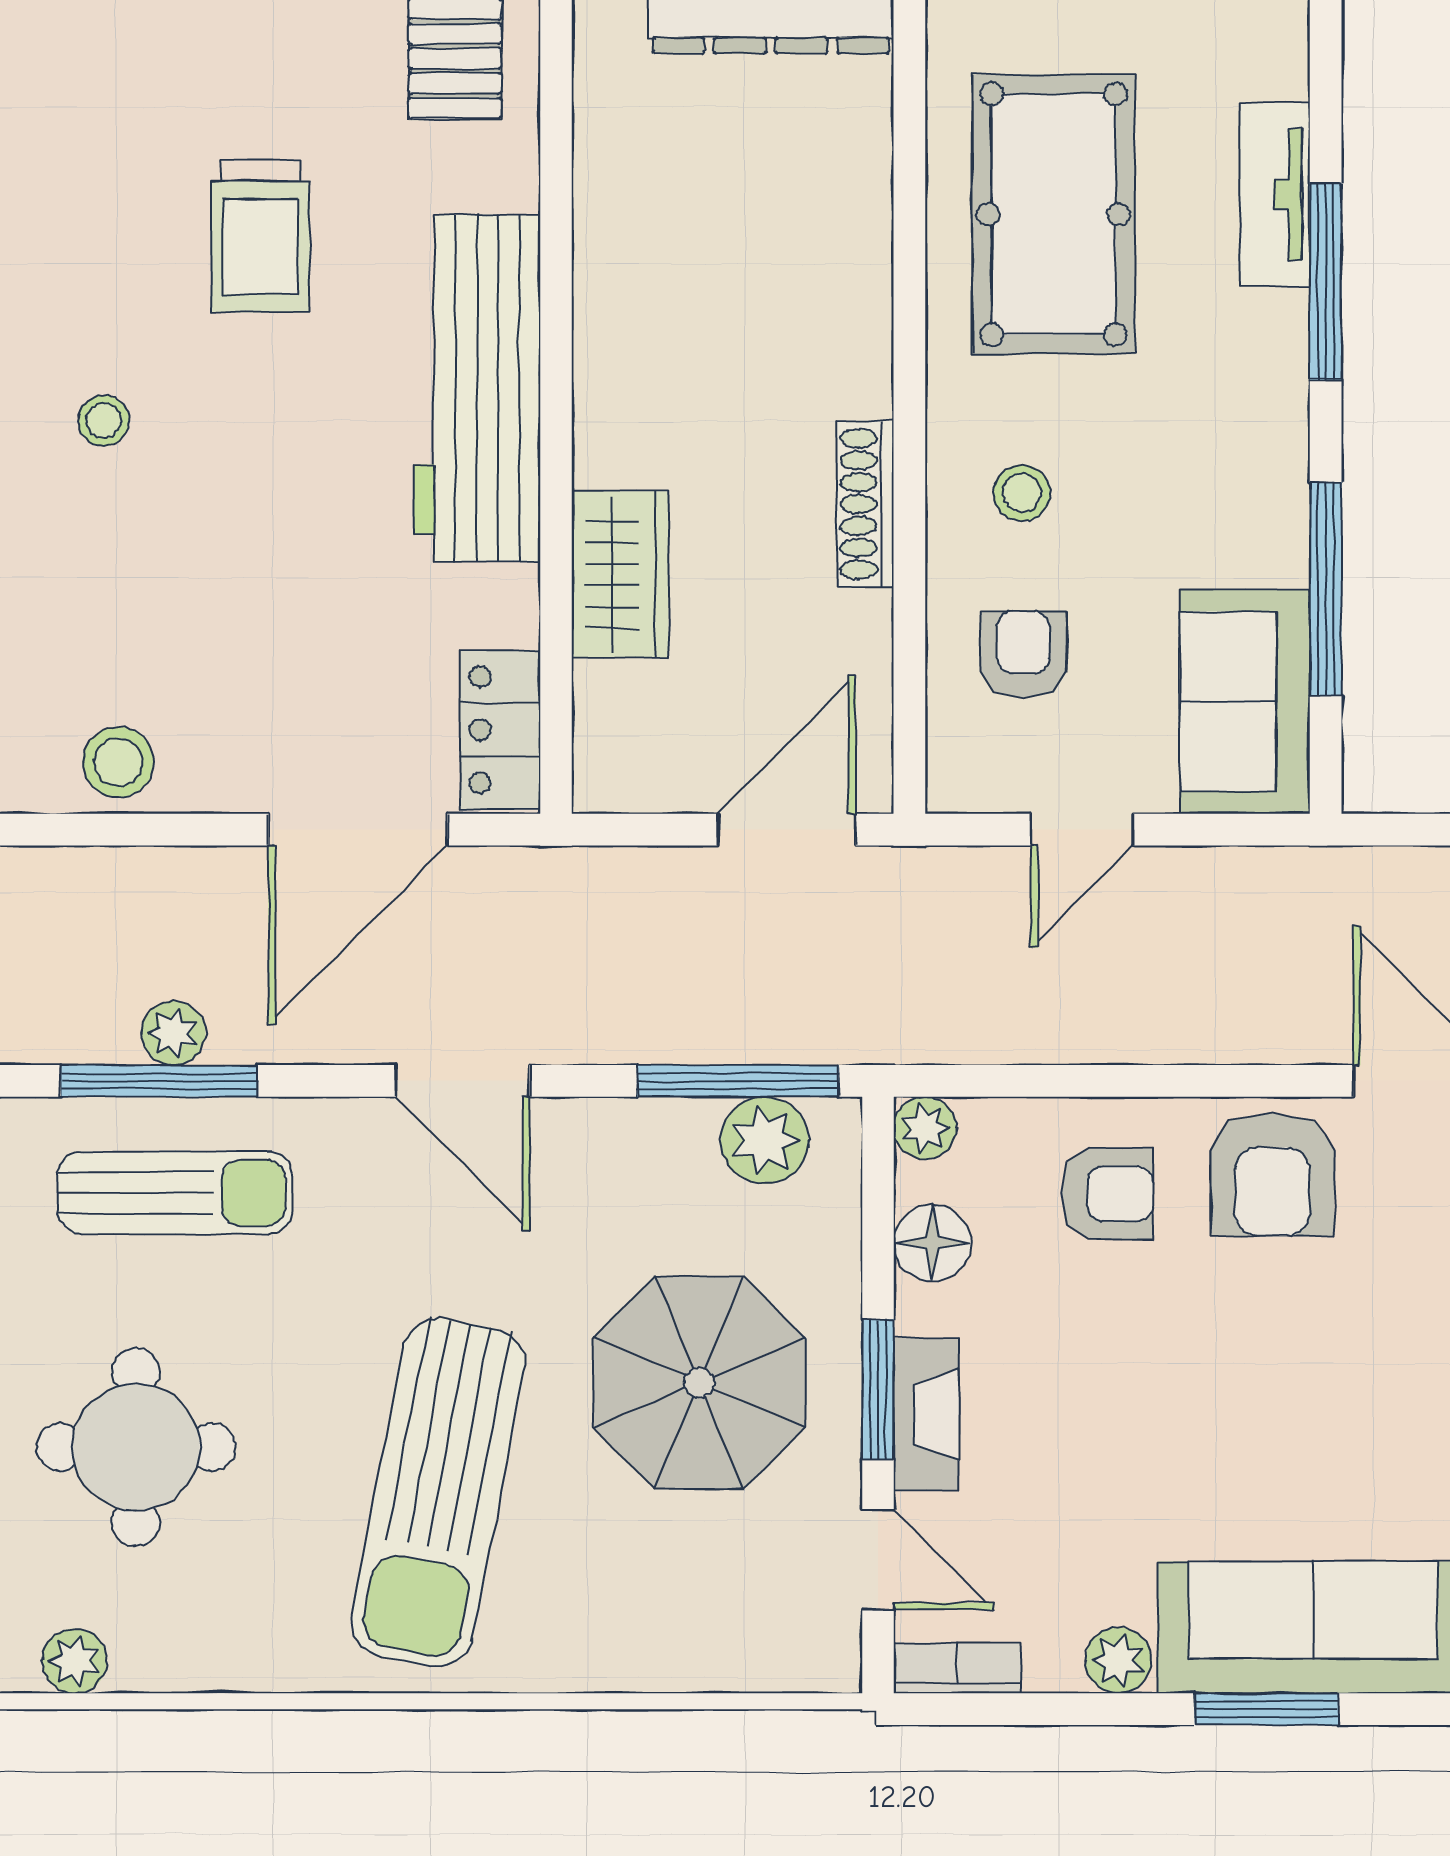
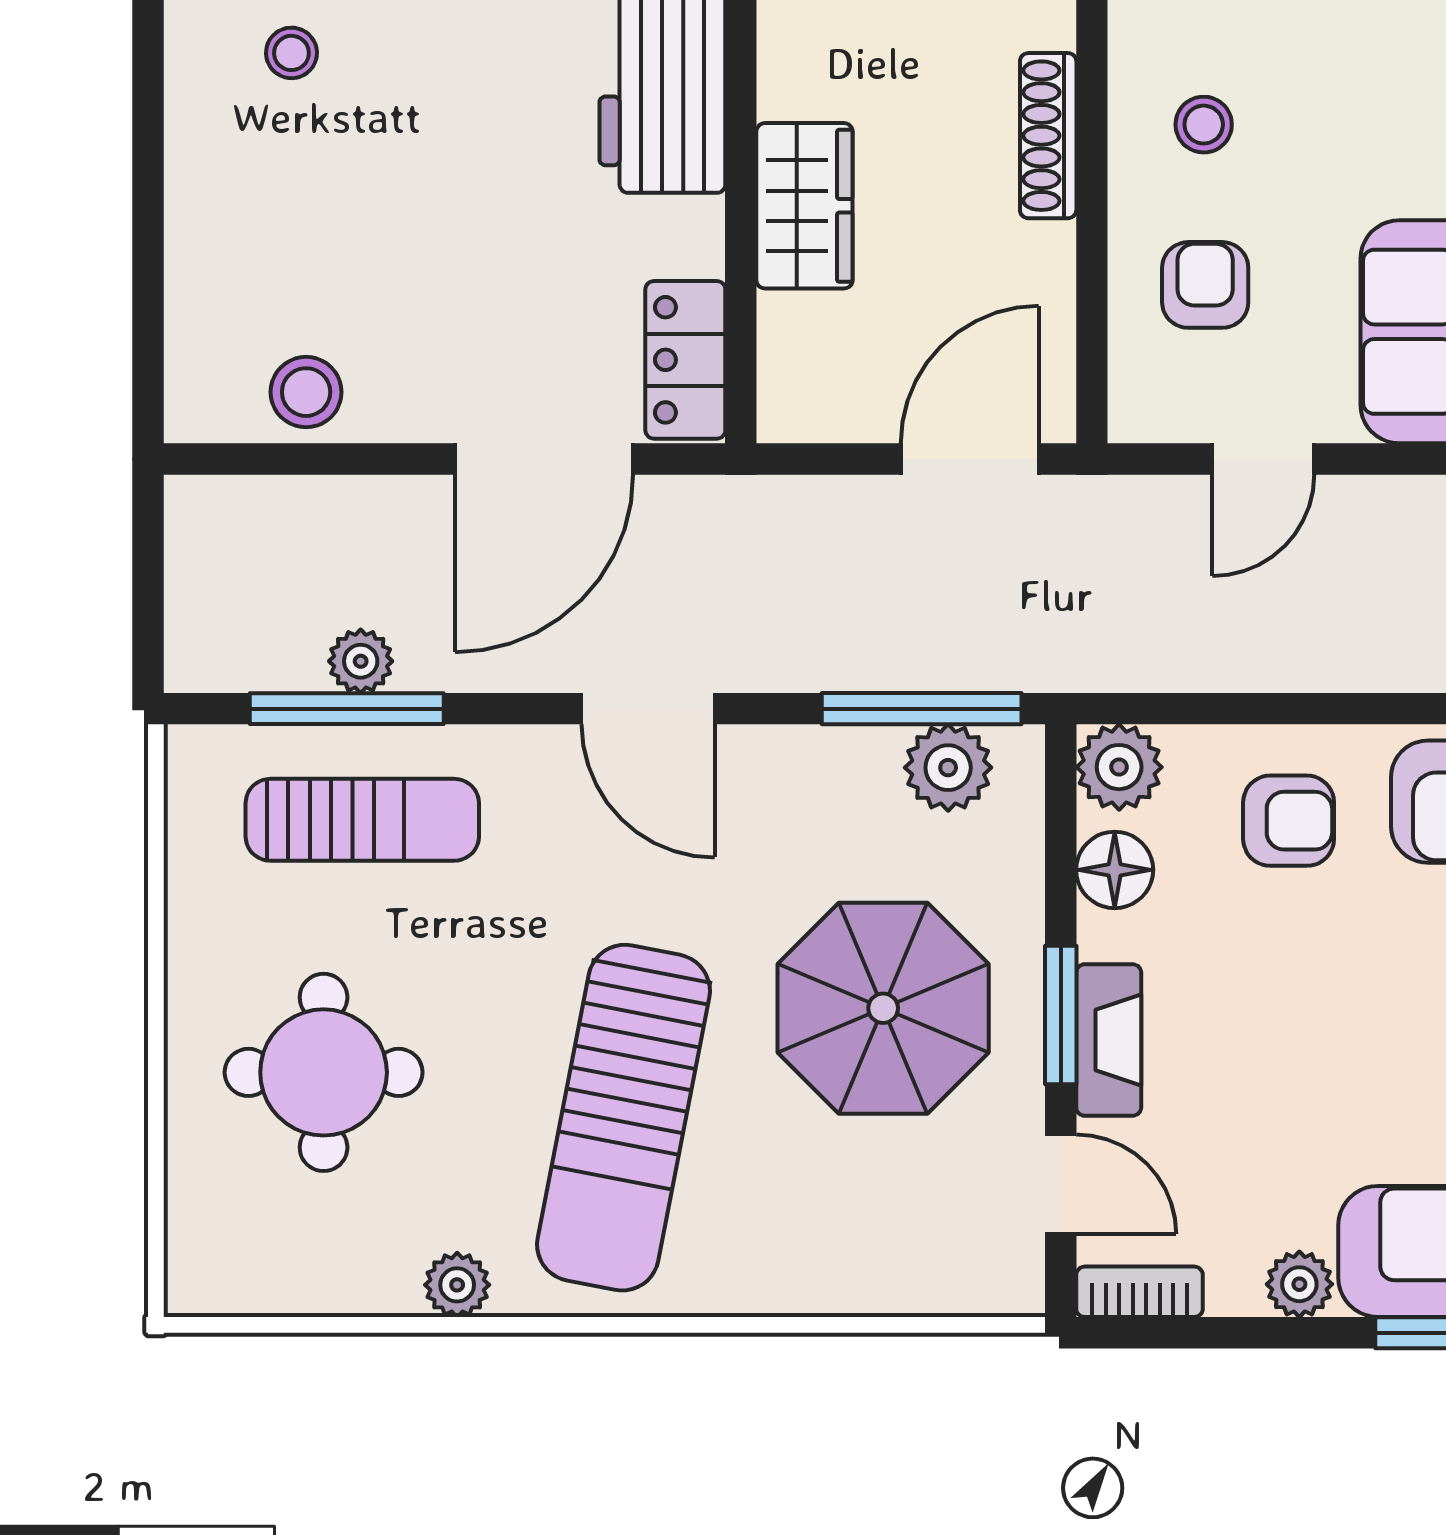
plant: (925, 1128) -> (1119, 767), width x1.38, depth x1.38
plant: (74, 1661) -> (457, 1285), moved

